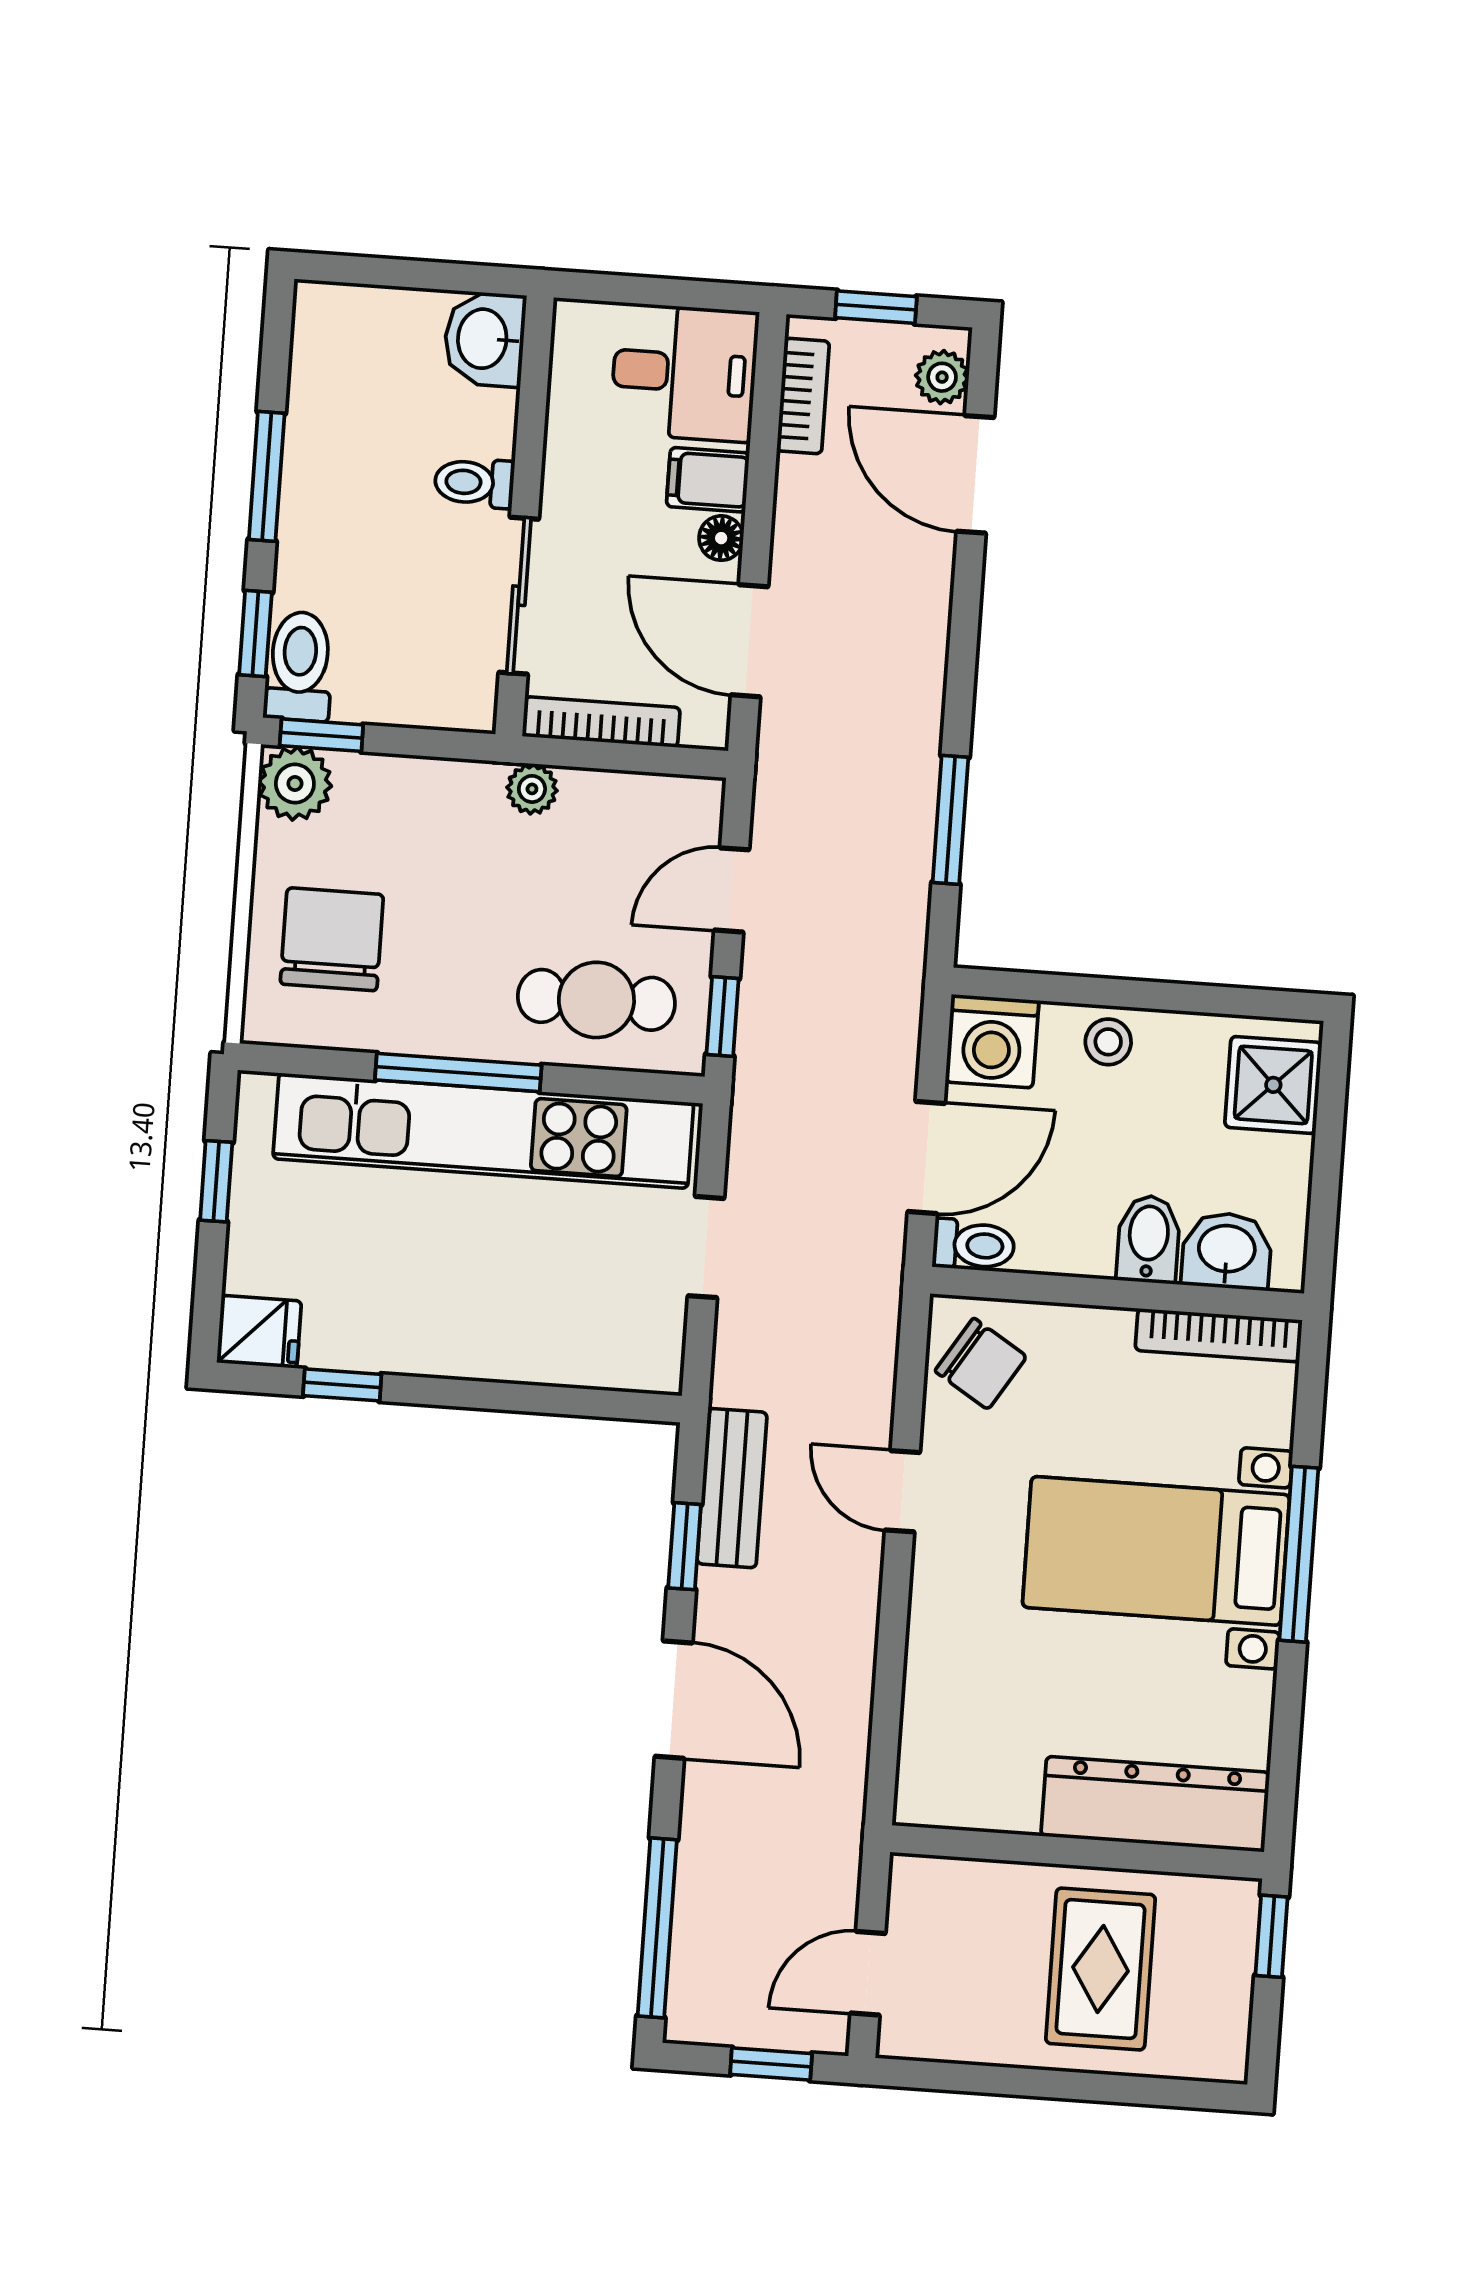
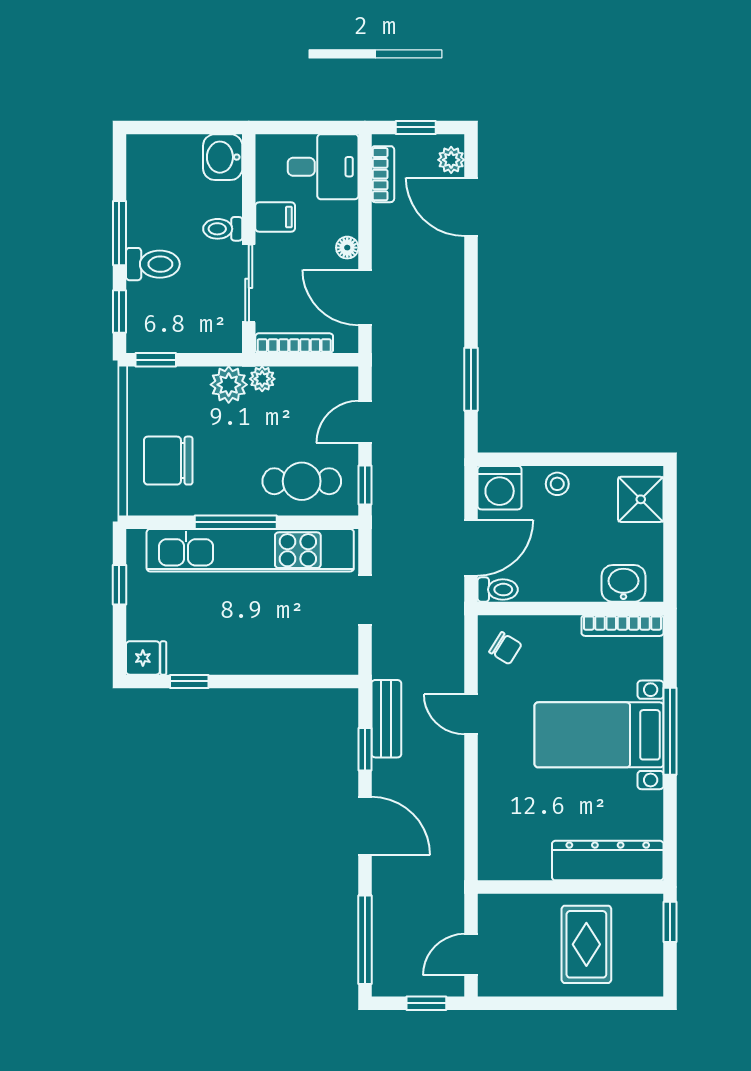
filing cabinet: (708, 480) -> (275, 217), moved, turned 180
toilet: (299, 666) -> (153, 264), moved, turned 90
plant: (295, 784) -> (229, 385), moved
chair: (332, 939) -> (168, 461), turned -90
bidet: (1148, 1239) -> (584, 580), removed
chair: (981, 1364) -> (505, 648), width x0.73, depth x0.73

